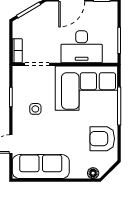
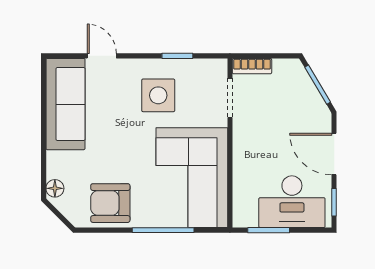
desk: (82, 47) -> (292, 202), moved, turned -90
side table: (35, 109) -> (158, 95), width x1.87, depth x1.87
armchair: (102, 139) -> (110, 203), turned -90

